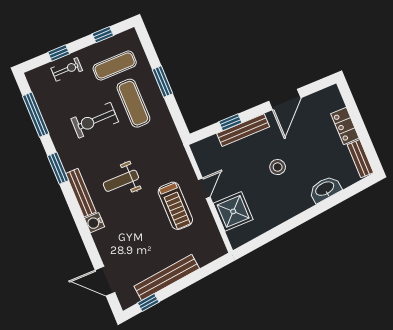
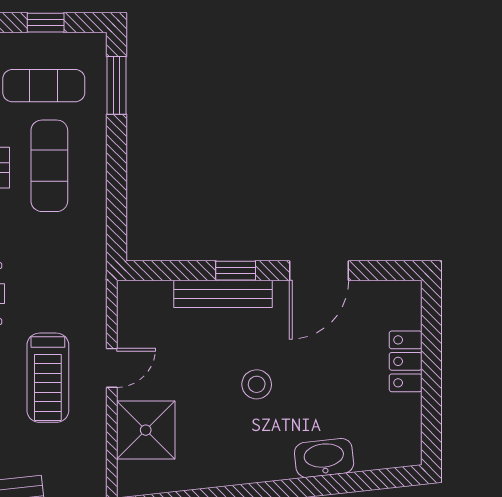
window: (163, 82) -> (117, 85), moved
window: (230, 122) -> (236, 271), moved
bench: (360, 159) -> (409, 430), removed

